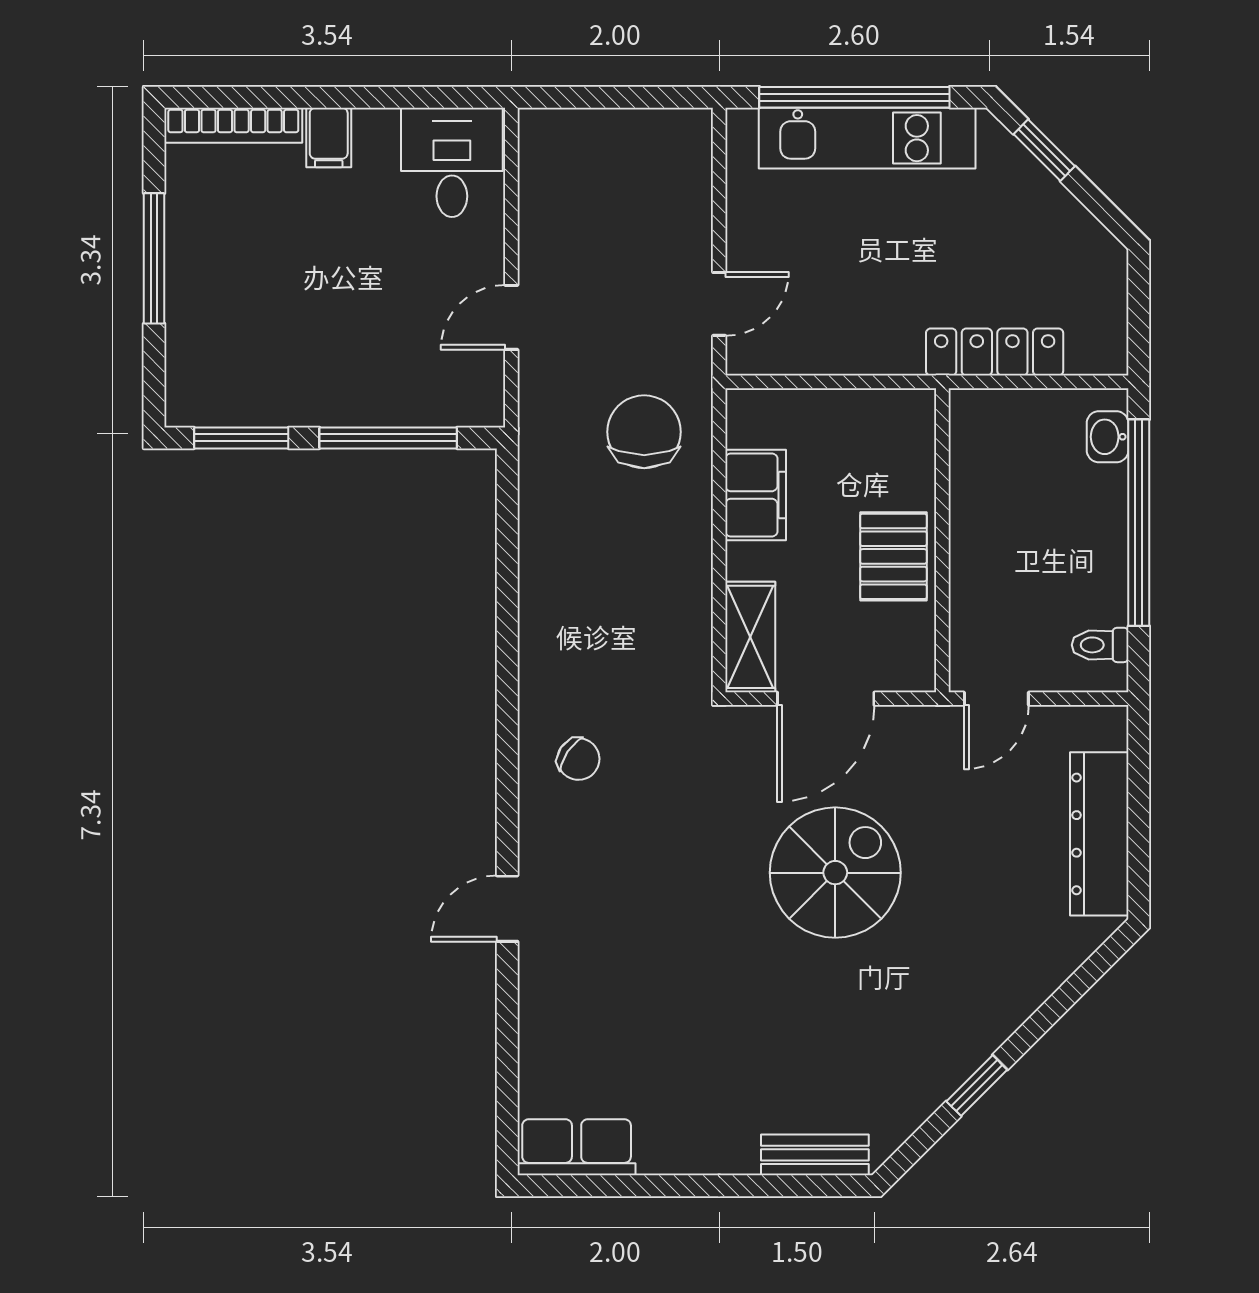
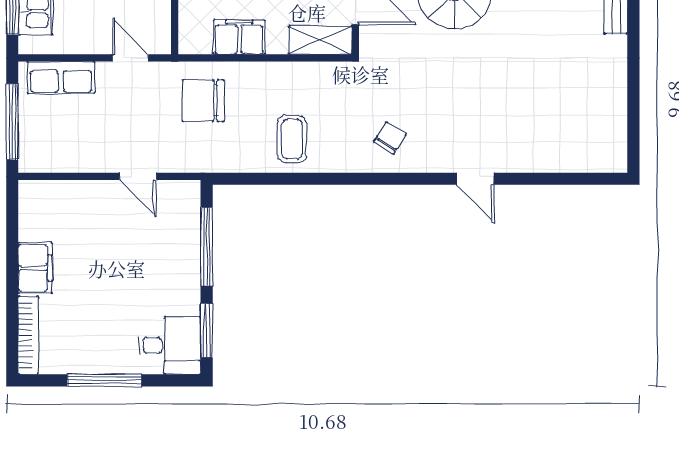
window: (607, 97) -> (12, 122), added
filing cabinet: (329, 137) -> (35, 268), width x2.00
desk: (452, 162) -> (169, 345), moved, turned 180
coffee table: (577, 588) -> (292, 139), added
row of seats: (577, 1147) -> (61, 78), moved, turned -90

